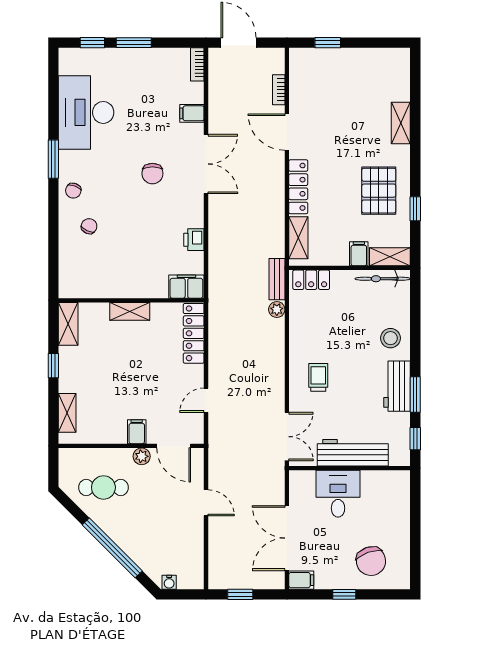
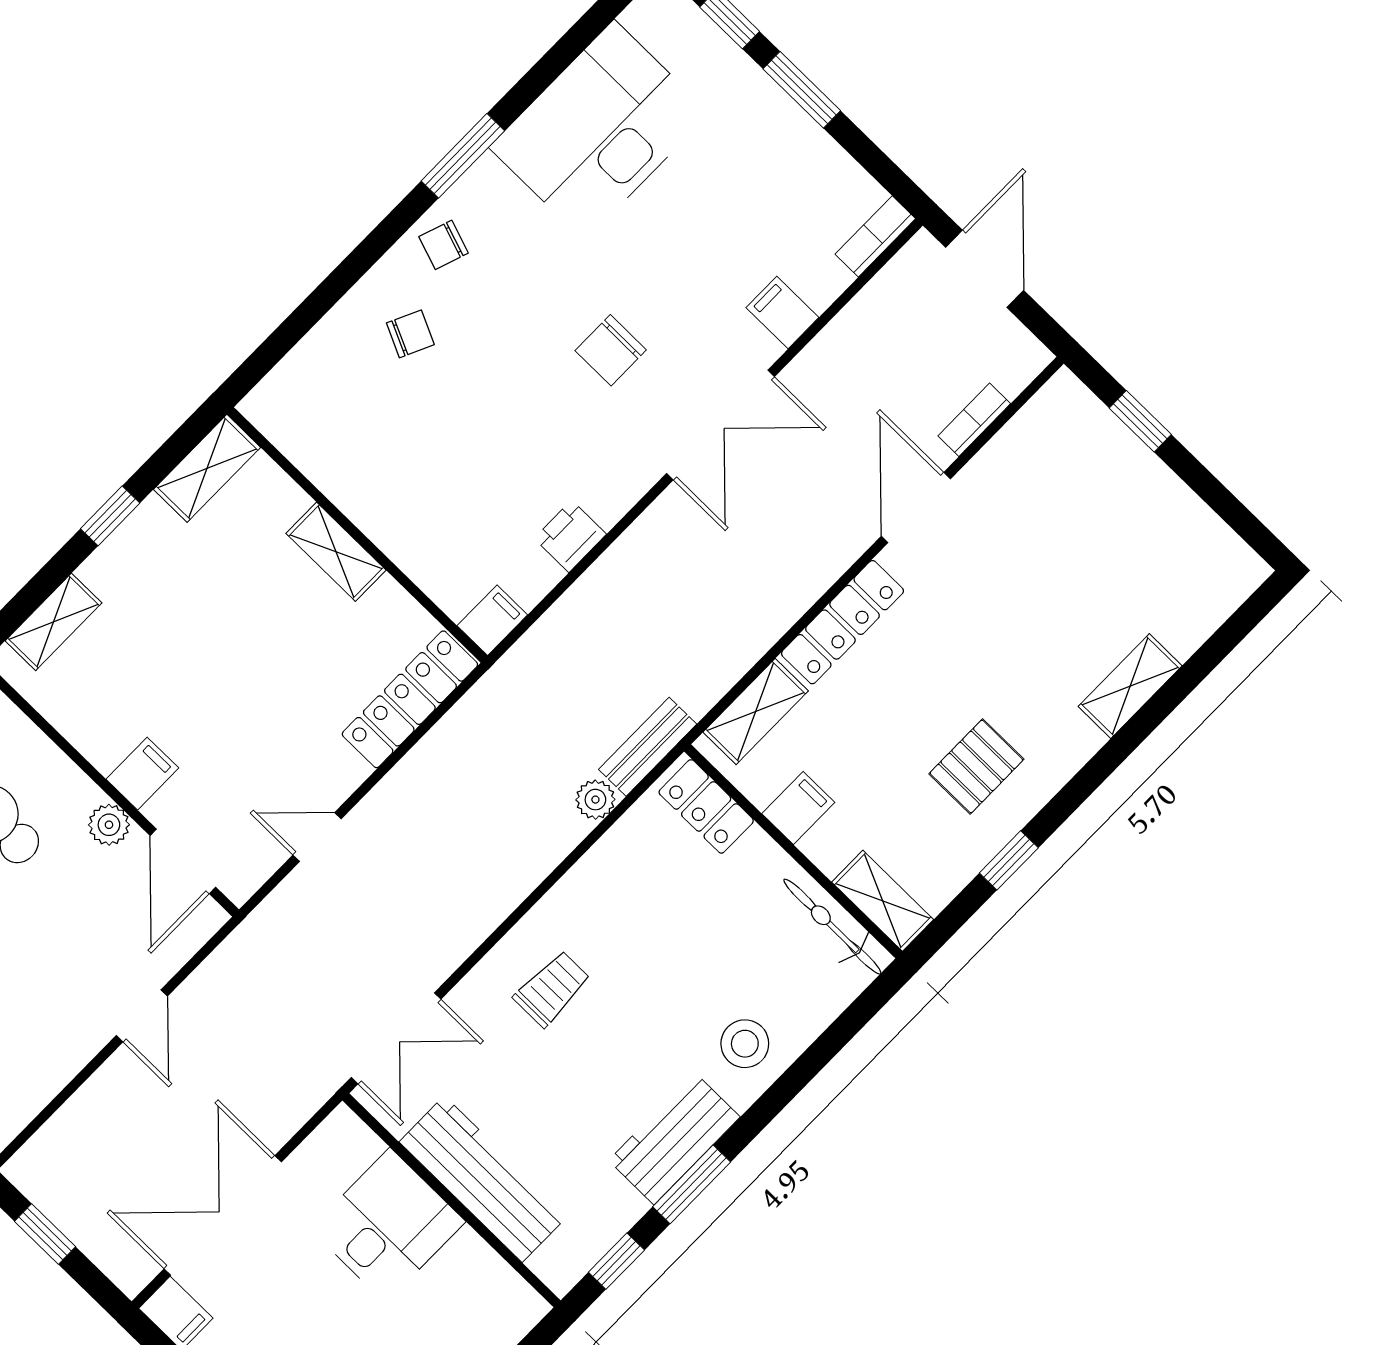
pallet: (379, 191) -> (976, 766), width x0.67, depth x0.71
filing cabinet: (359, 254) -> (798, 808), moved
filing cabinet: (186, 287) -> (492, 620), width x0.50

